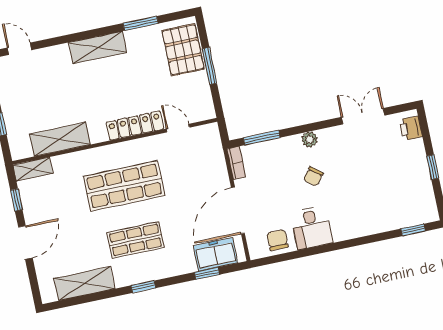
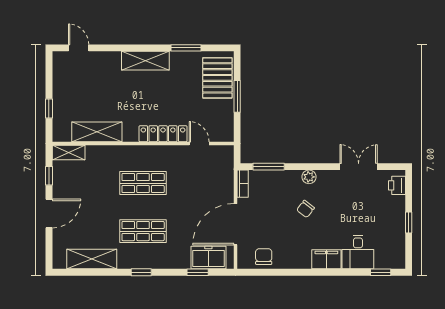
shop shelf: (124, 186) -> (143, 183), width x0.70, depth x0.74
desk: (312, 228) -> (358, 252), moved
filing cabinet: (349, 228) -> (326, 259), added

